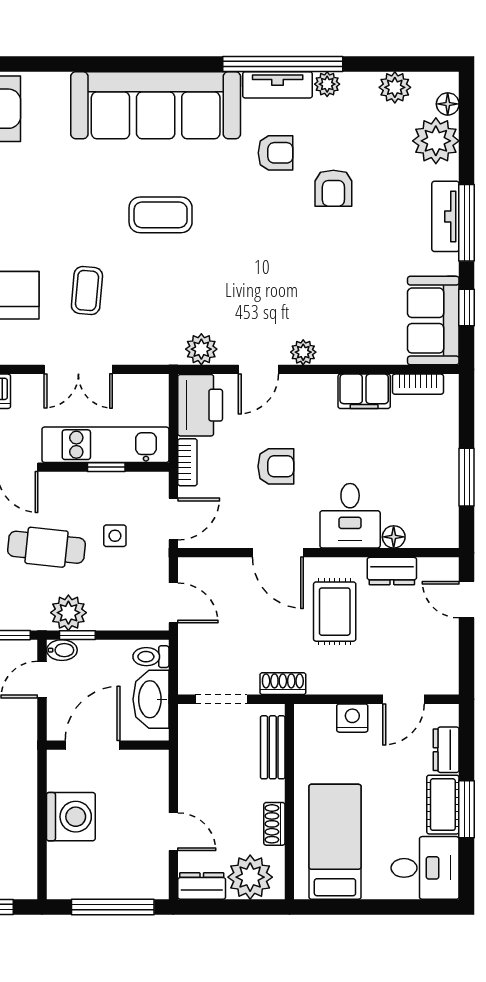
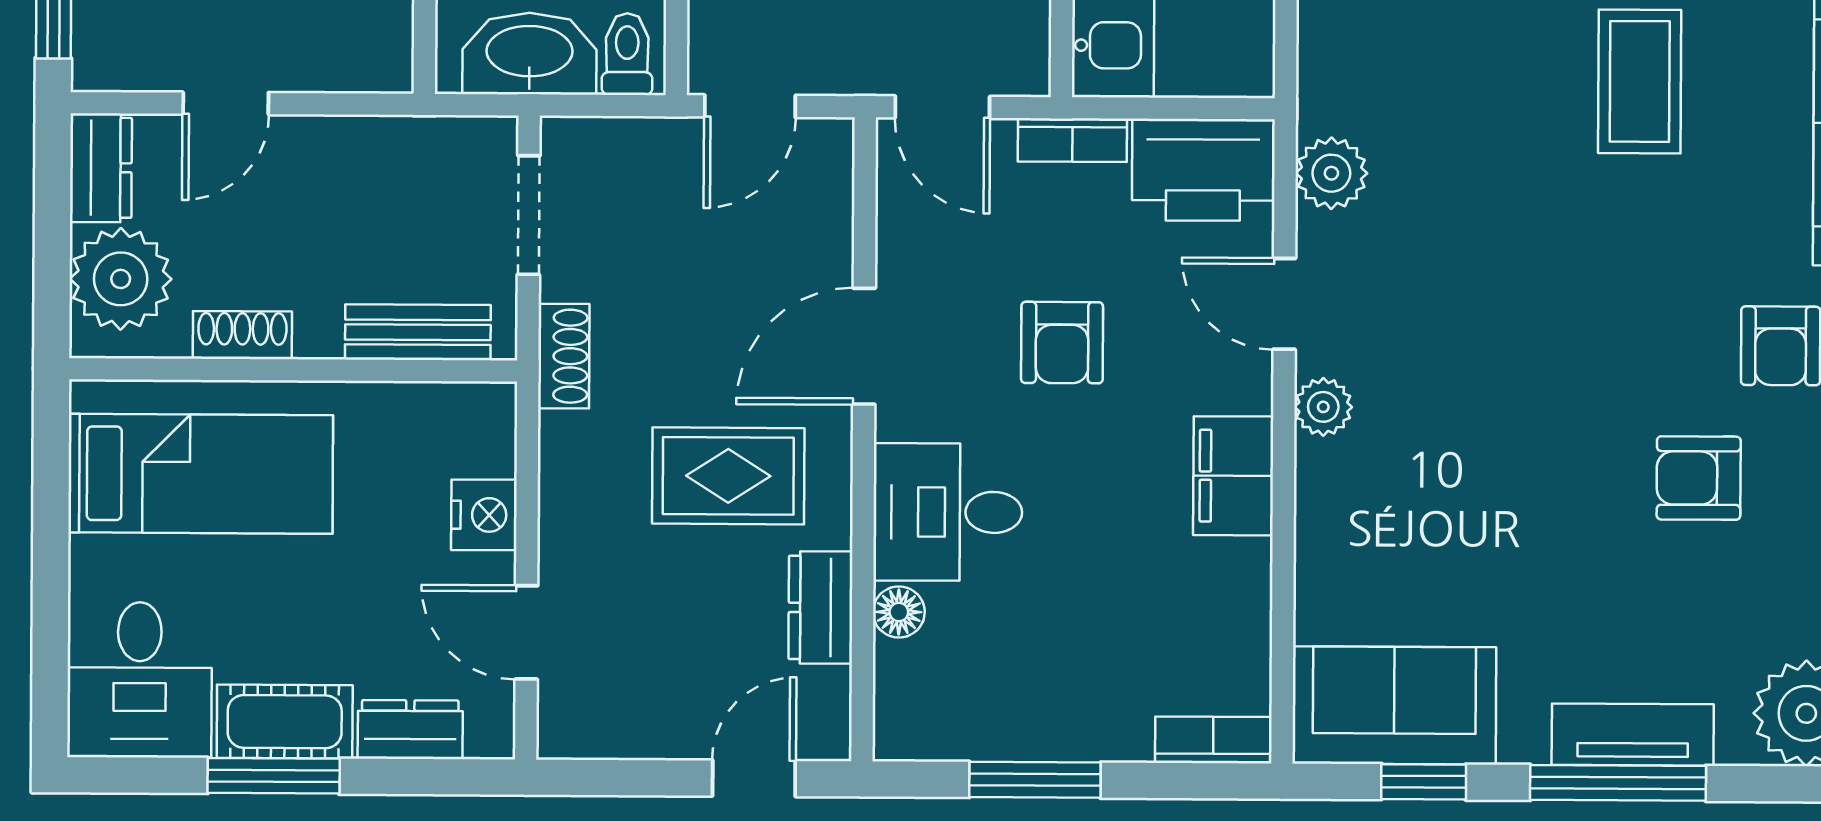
bookcase: (418, 384) -> (1213, 740), moved, turned 90
filing cabinet: (364, 391) -> (1233, 476), moved

